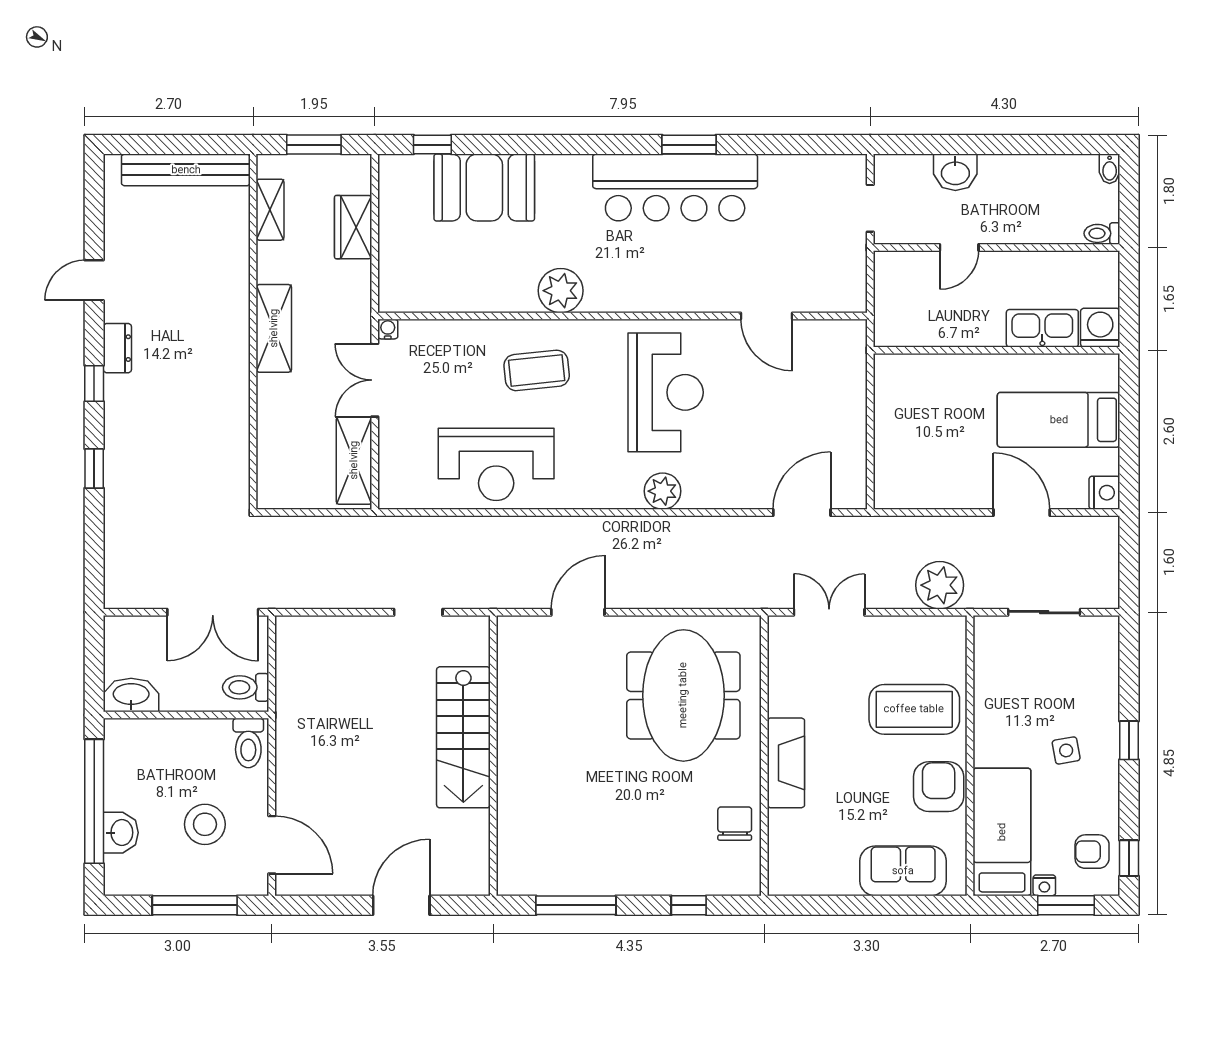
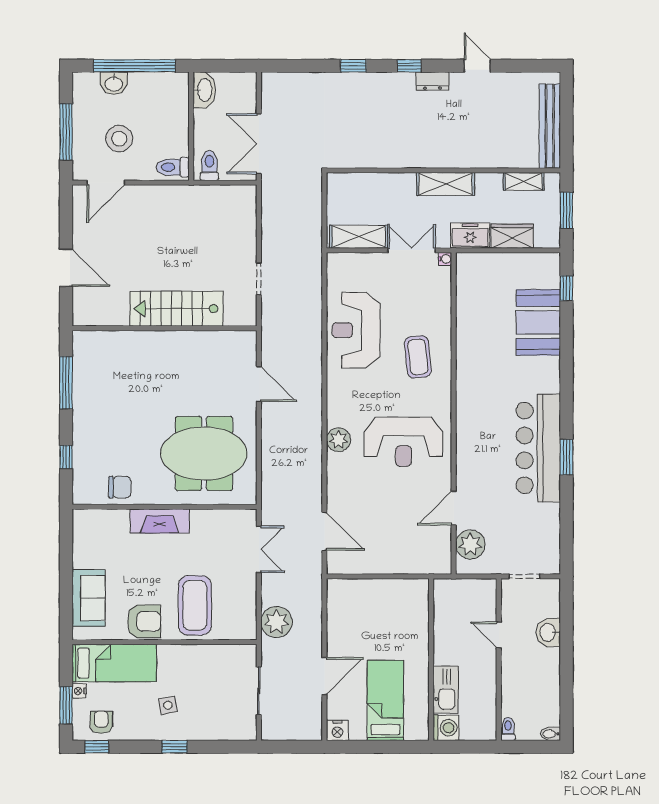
freezer: (352, 291) -> (470, 236), added
plant: (561, 291) -> (470, 545), moved

